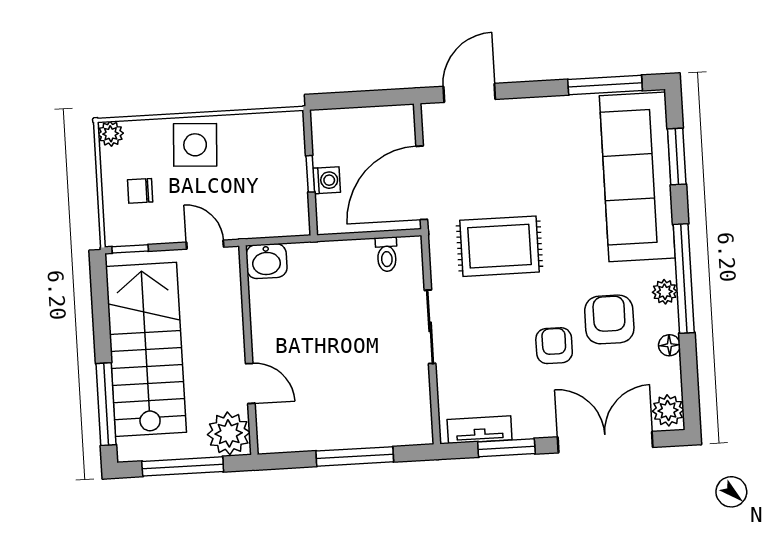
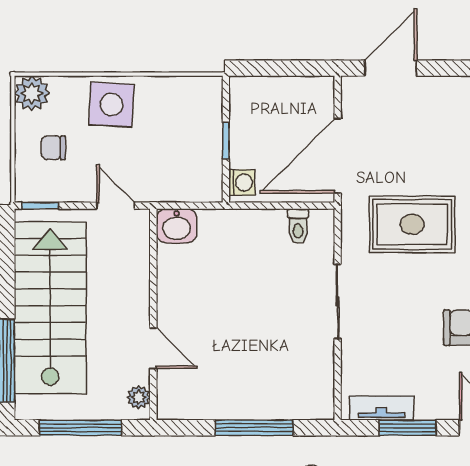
plant: (111, 134) -> (32, 93), width x1.38, depth x1.38
washing machine: (327, 180) -> (242, 182), moved
plant: (229, 433) -> (139, 397), width x0.53, depth x0.53

